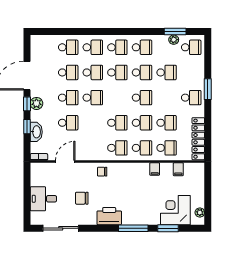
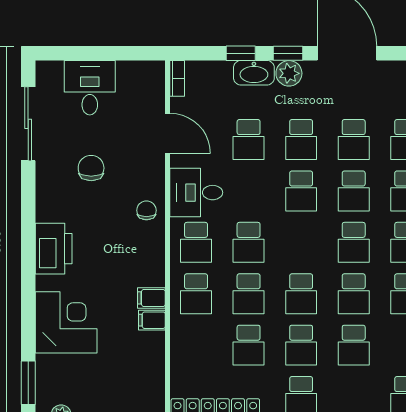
washbasin: (36, 132) -> (254, 73), moved
desk: (94, 148) -> (196, 193), added
school desk: (167, 148) -> (301, 345), moved
filing cabinet: (178, 169) -> (151, 298), moved
corner desk: (175, 210) -> (66, 322), moved
printer: (109, 216) -> (54, 249), moved
window: (133, 228) -> (28, 275), removed
window: (168, 228) -> (28, 383), moved

